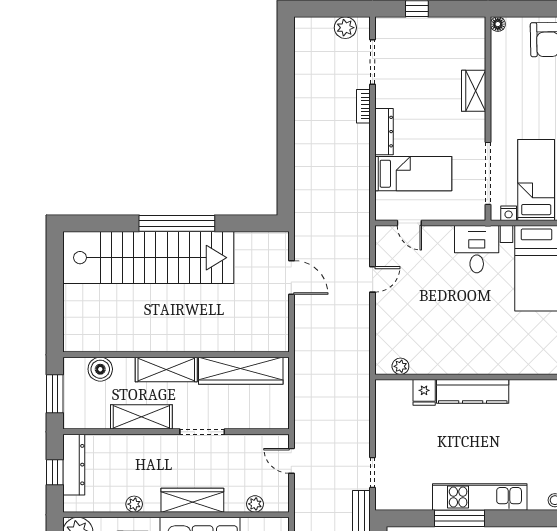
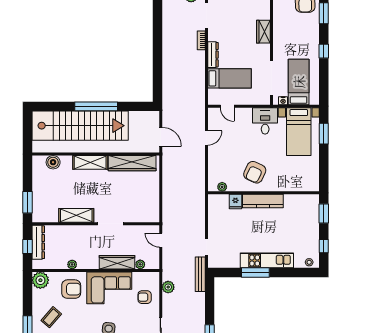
armchair: (458, 340) -> (255, 172), added
wall: (176, 355) -> (96, 154), moved
boiler: (100, 369) -> (53, 162), moved
shelving: (166, 369) -> (90, 162), moved
wardrobe: (241, 371) -> (132, 163), moved
wardrobe: (192, 500) -> (117, 262), moved

